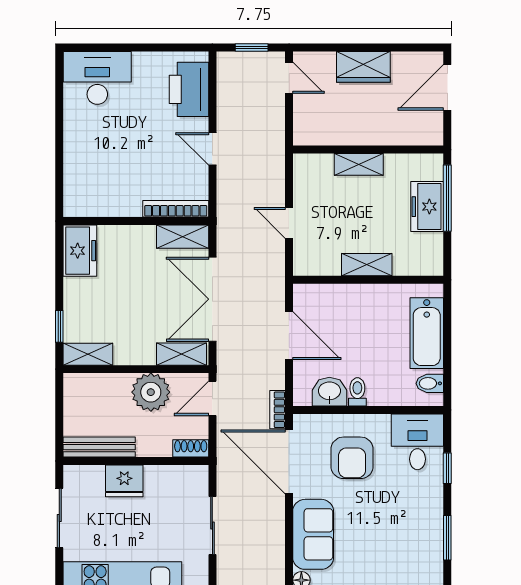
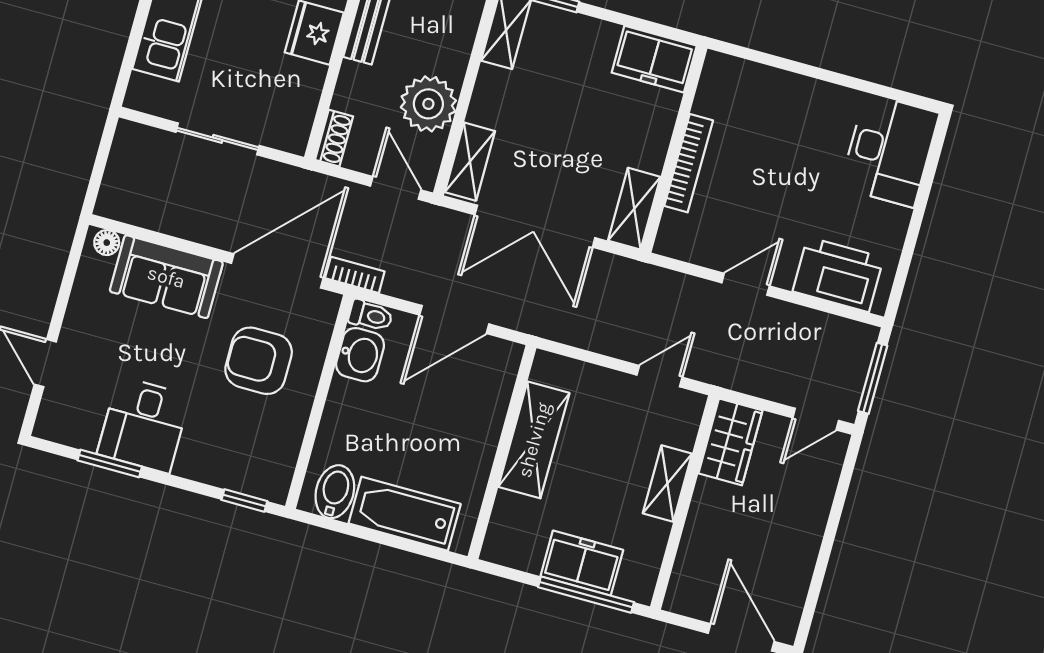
window: (252, 47) -> (873, 378), width x1.50
wardrobe: (363, 67) -> (730, 442), moved, turned 180
bookcase: (176, 209) -> (689, 163), moved
door: (289, 223) -> (659, 376), moved
shelving: (367, 265) -> (534, 440), width x1.50, depth x1.33
double door: (212, 299) -> (535, 226), swing flipped
bidet: (430, 383) -> (335, 492), width x1.38, depth x1.36
toilet: (357, 392) -> (371, 316), moved
desk: (417, 442) -> (144, 425), moved, turned 90
window: (447, 468) -> (244, 501), moved

